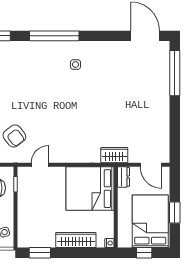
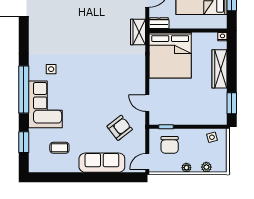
corner sofa: (39, 59) -> (45, 104), added

